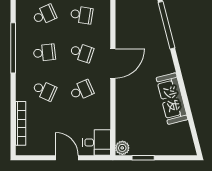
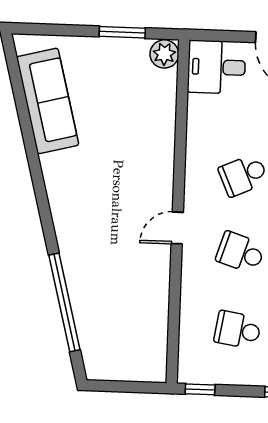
door: (113, 63) -> (177, 228), width x0.53
sofa: (172, 99) -> (48, 101), moved

